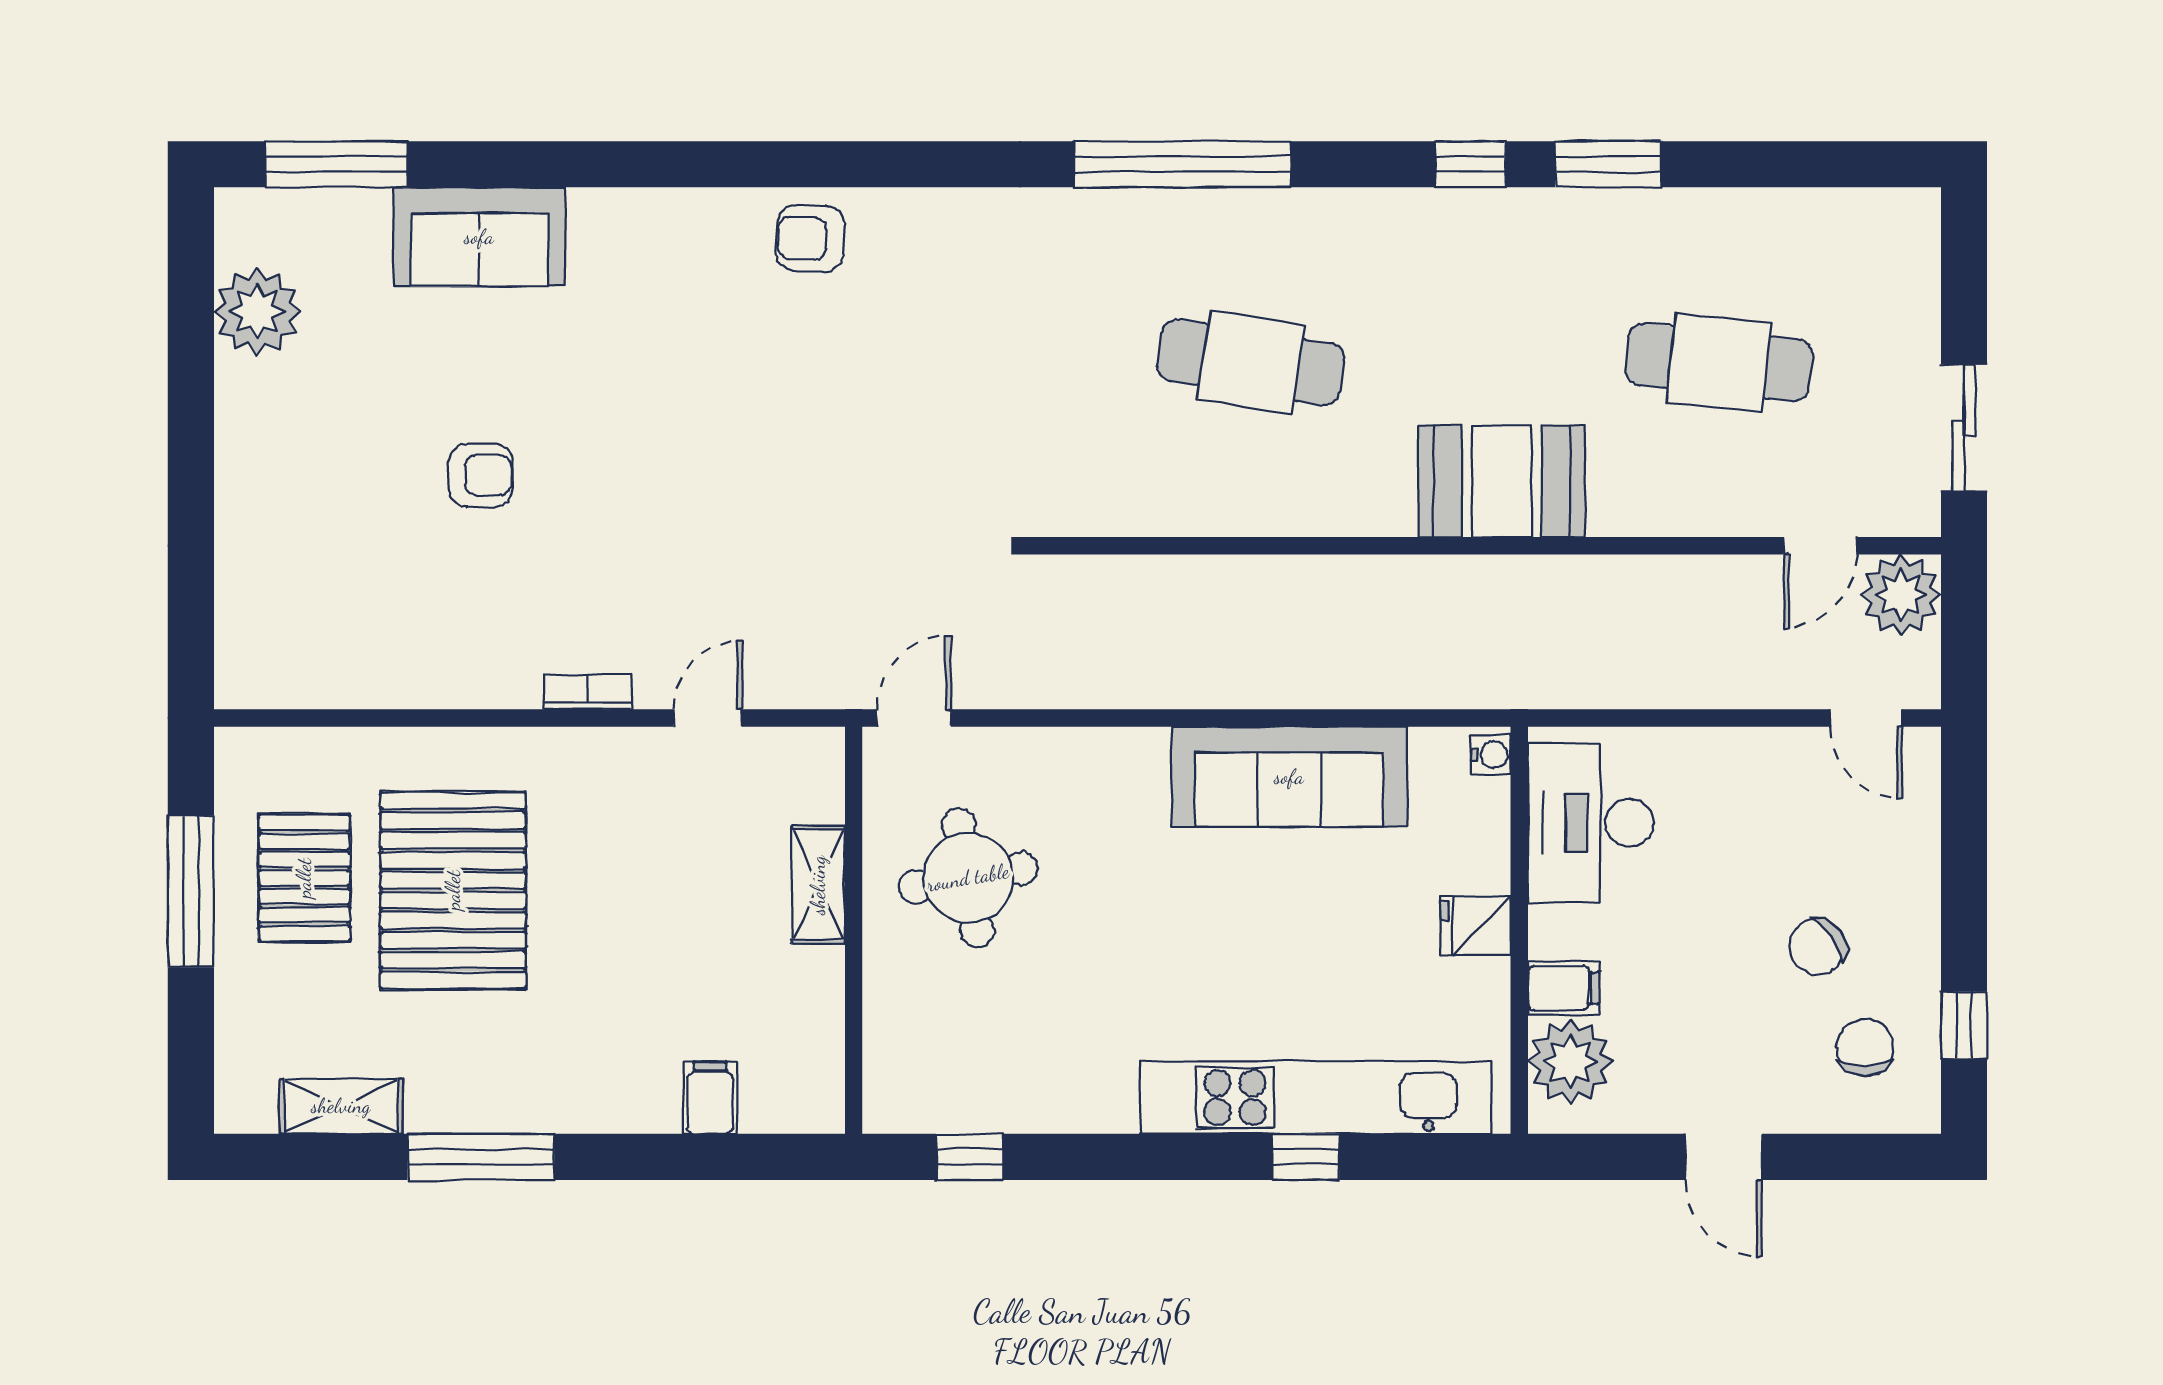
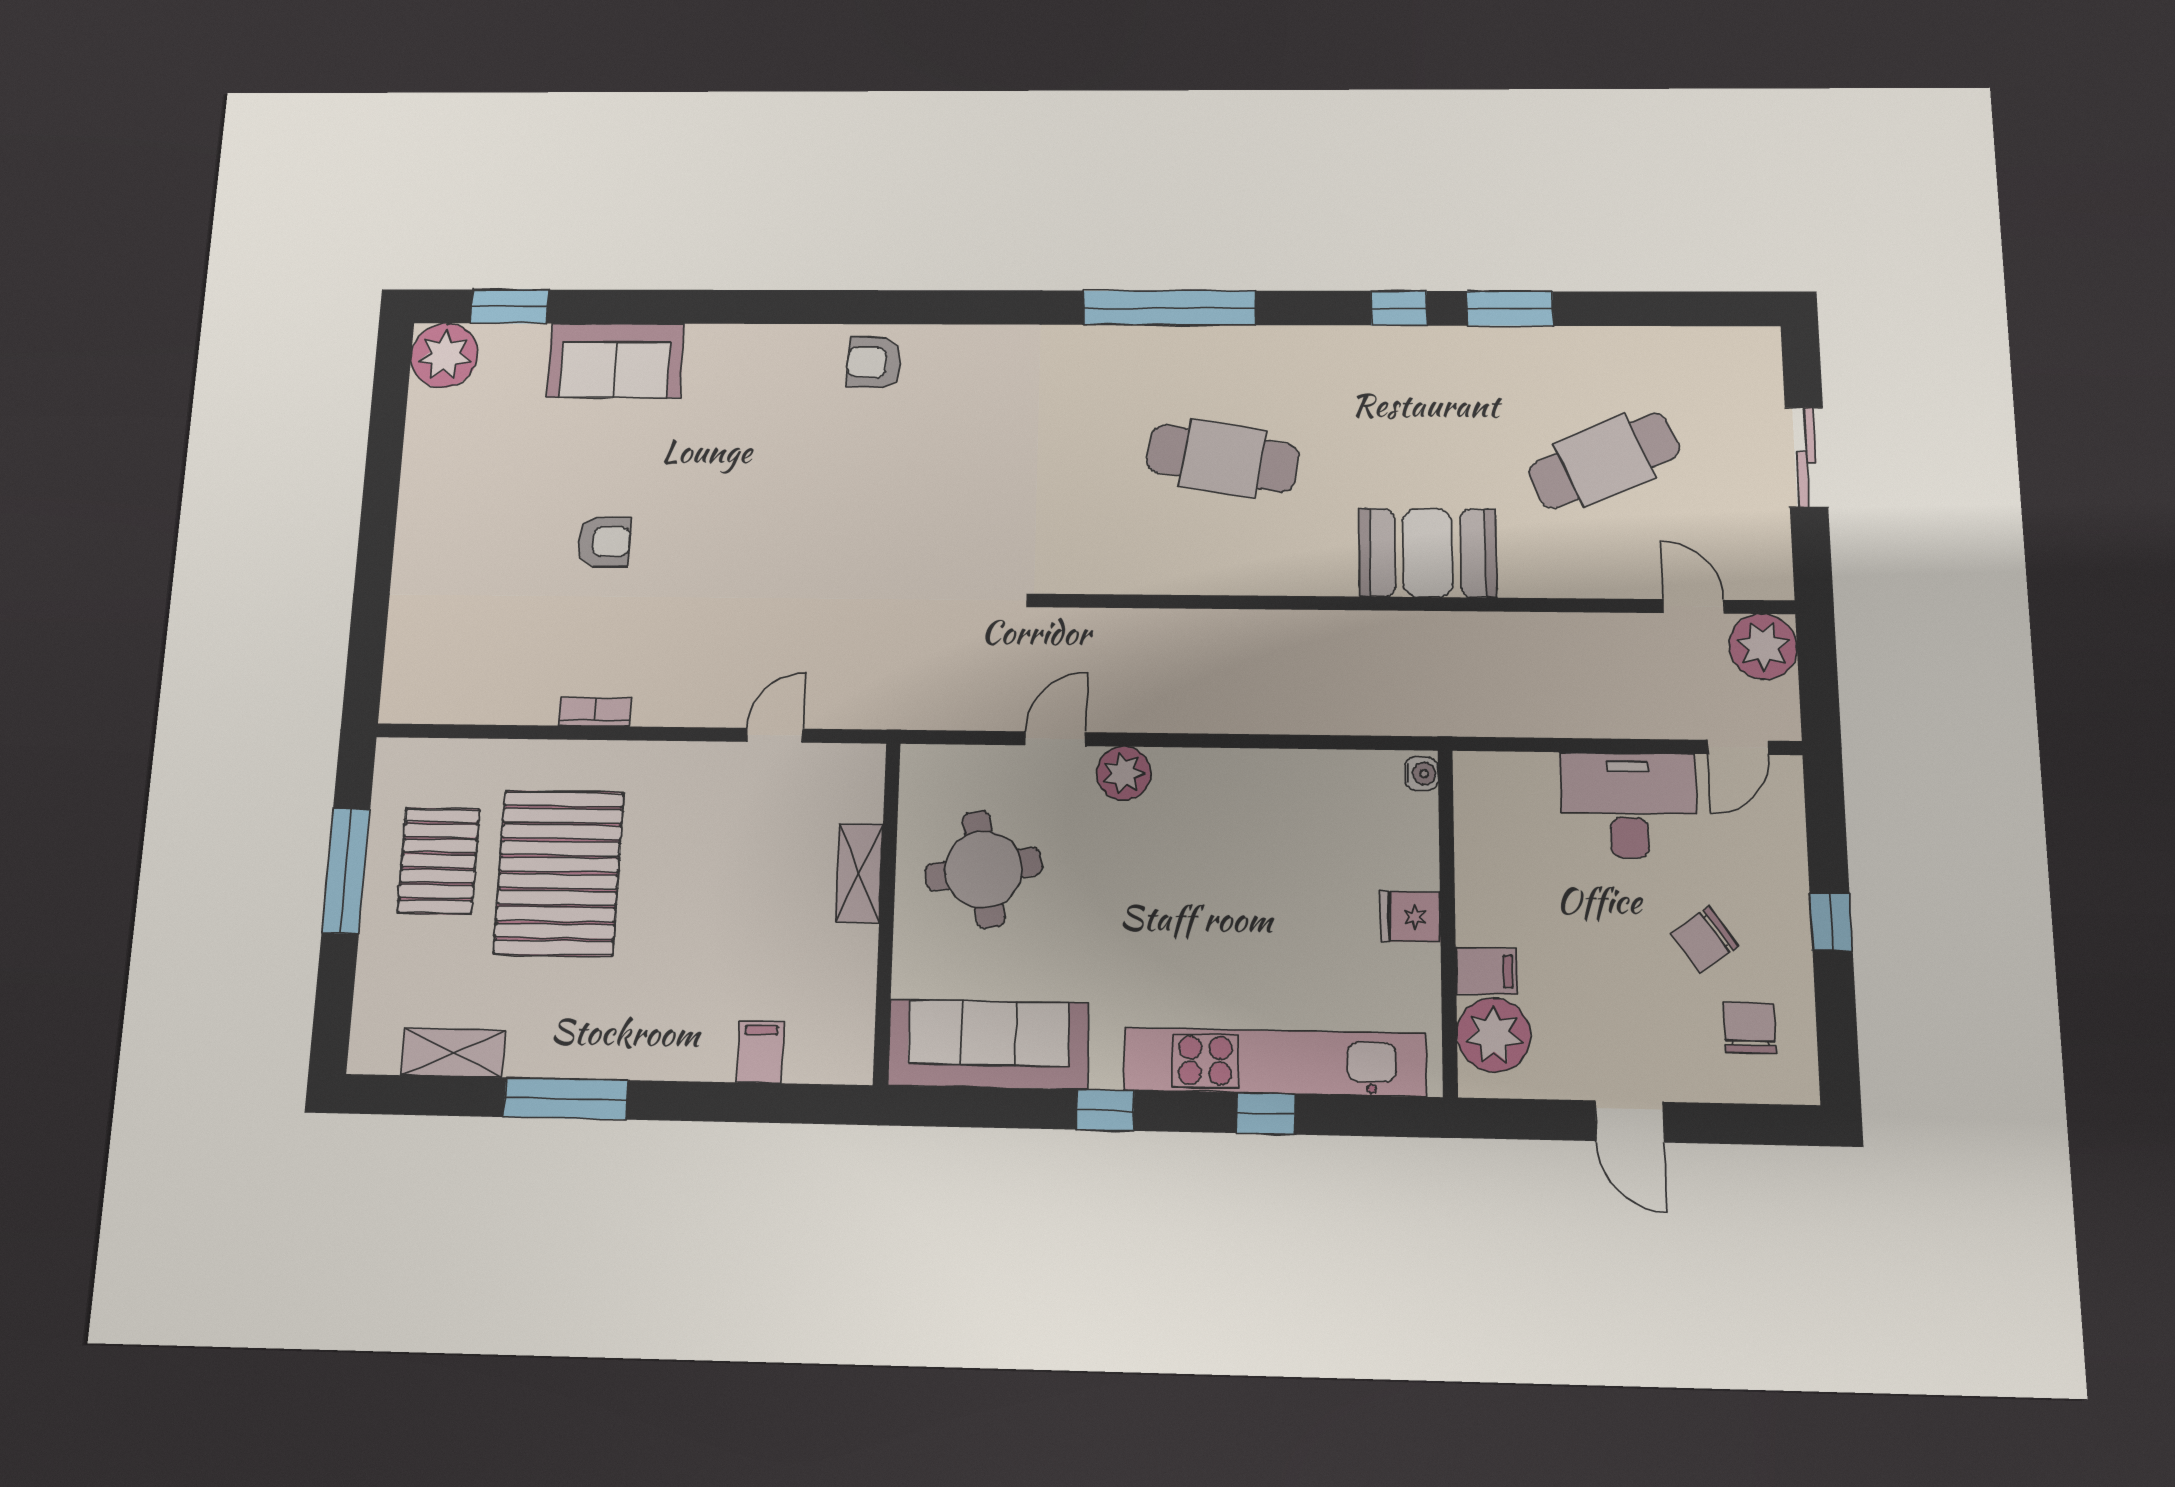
window: (337, 164) -> (510, 306), width x0.69
plant: (257, 312) -> (444, 355), moved
cafe table: (1719, 362) -> (1604, 460), turned -30
sliding door: (1964, 428) -> (1806, 457), moved
door: (1820, 546) -> (1694, 606), swing flipped
bookcase: (588, 692) -> (595, 712), moved
door: (914, 718) -> (1055, 739), moved
door: (1866, 718) -> (1738, 747), hinge flipped
plant: (1134, 759) -> (1124, 773), added
sofa: (1289, 777) -> (988, 1044), moved, turned 180
desk: (1591, 823) -> (1629, 805), moved, turned 90
window: (1964, 1025) -> (1831, 922), moved
window: (969, 1157) -> (1105, 1110), moved

